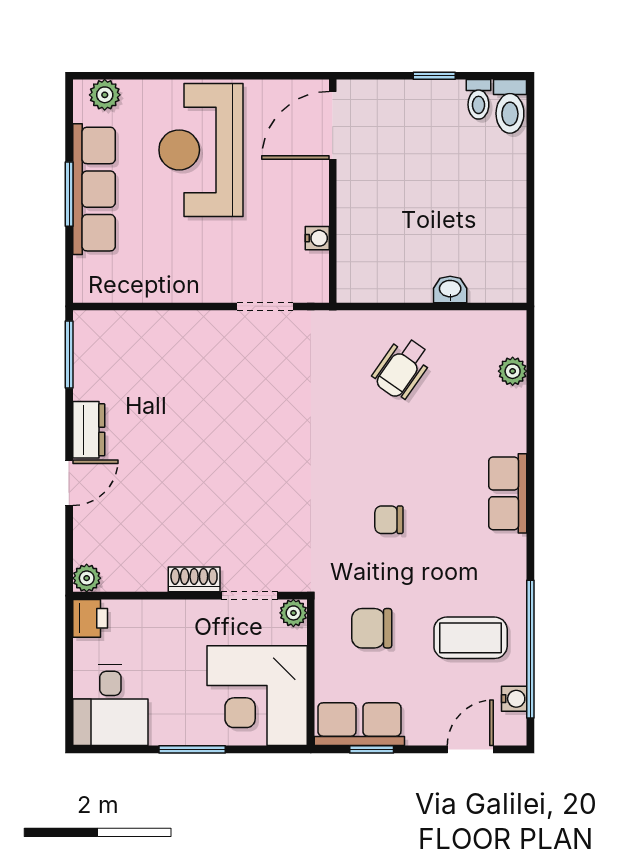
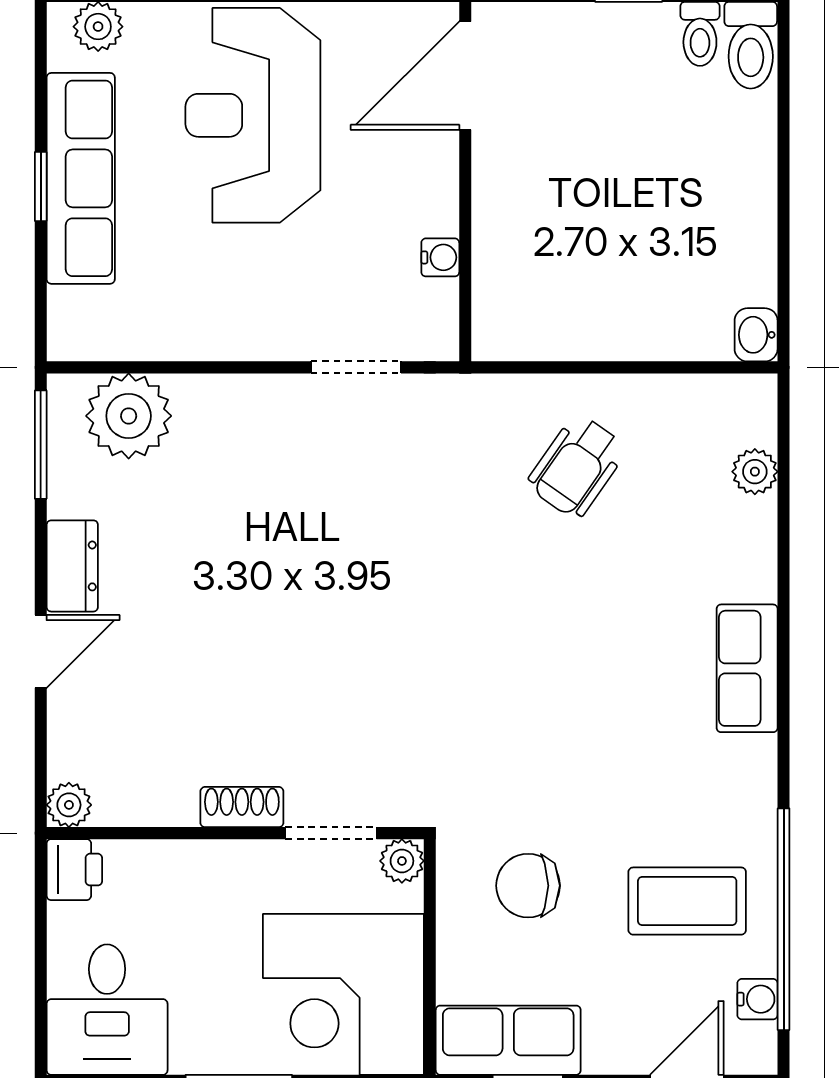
window: (69, 194) -> (41, 186), width x0.67
washbasin: (450, 289) -> (756, 335), moved, turned -90
plant: (124, 337) -> (129, 416), added
chair: (389, 520) -> (556, 711), removed

